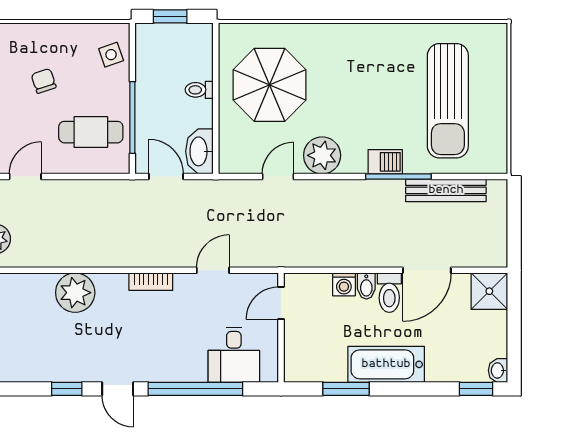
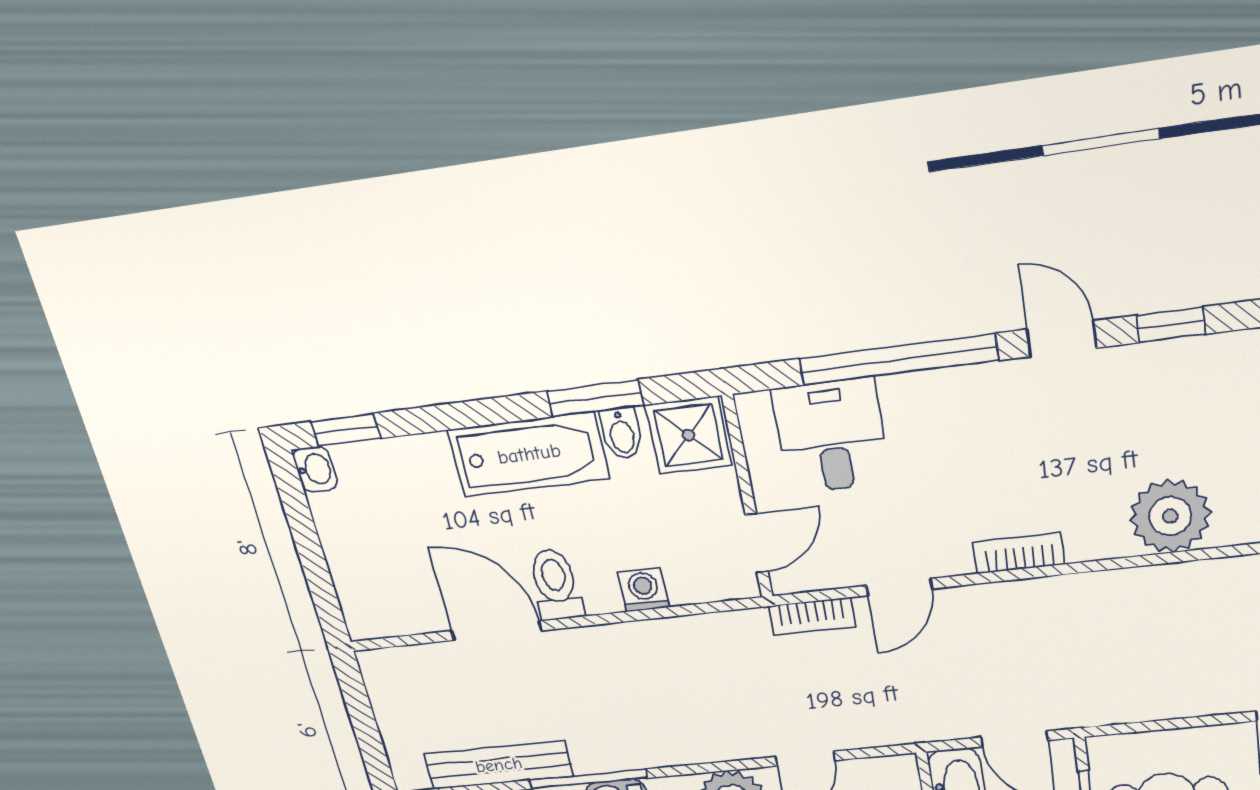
bookcase: (260, 259) -> (812, 617), added
door: (427, 270) -> (497, 631), hinge flipped
bidet: (366, 286) -> (622, 433), moved, turned 180
shower: (489, 291) -> (688, 435), moved

